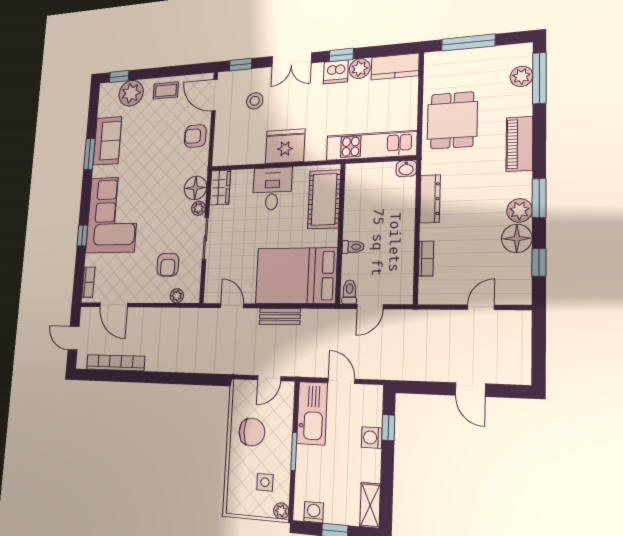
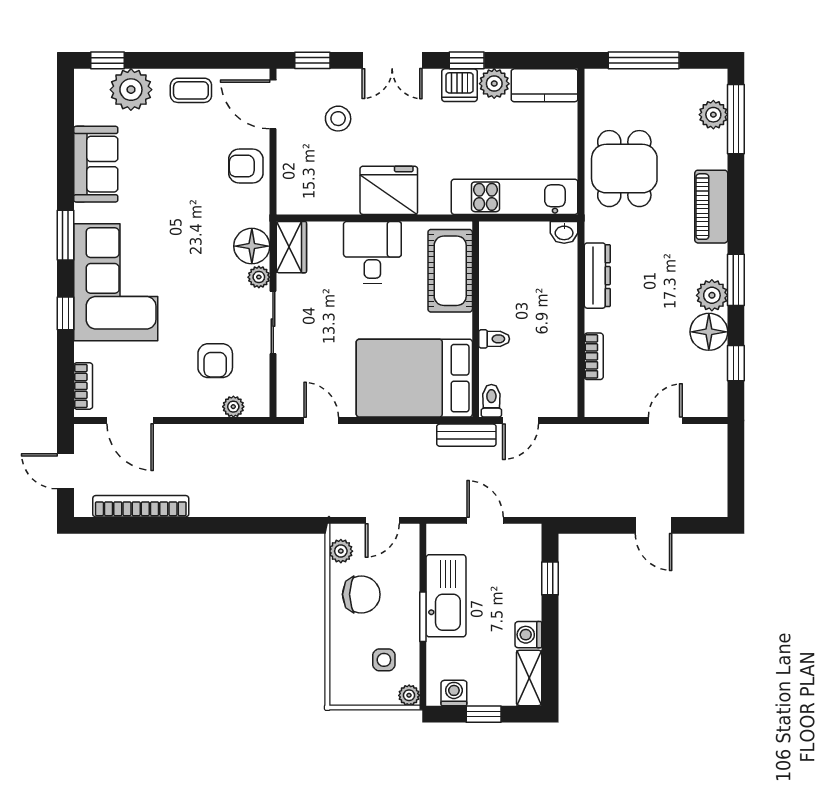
window: (89, 154) -> (65, 235), moved
bench: (280, 316) -> (466, 435), moved
plant: (240, 399) -> (341, 551), added
kitchen sink: (312, 413) -> (446, 596), moved
washing machine: (372, 438) -> (528, 635), moved

